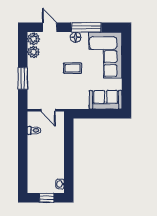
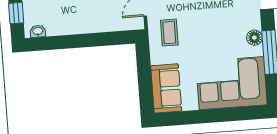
coffee table: (73, 68) -> (169, 33), moved

